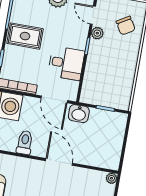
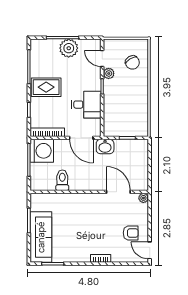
door: (59, 162) -> (118, 192), moved

